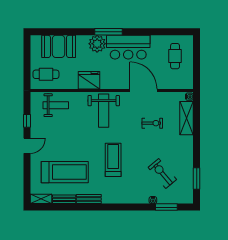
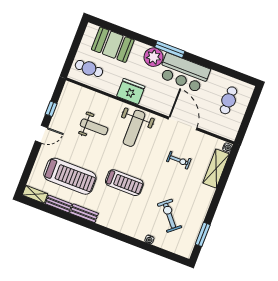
weight bench: (56, 105) -> (94, 127), moved
treadmill: (113, 160) -> (124, 183), turned 90
window: (166, 207) -> (161, 252), removed

